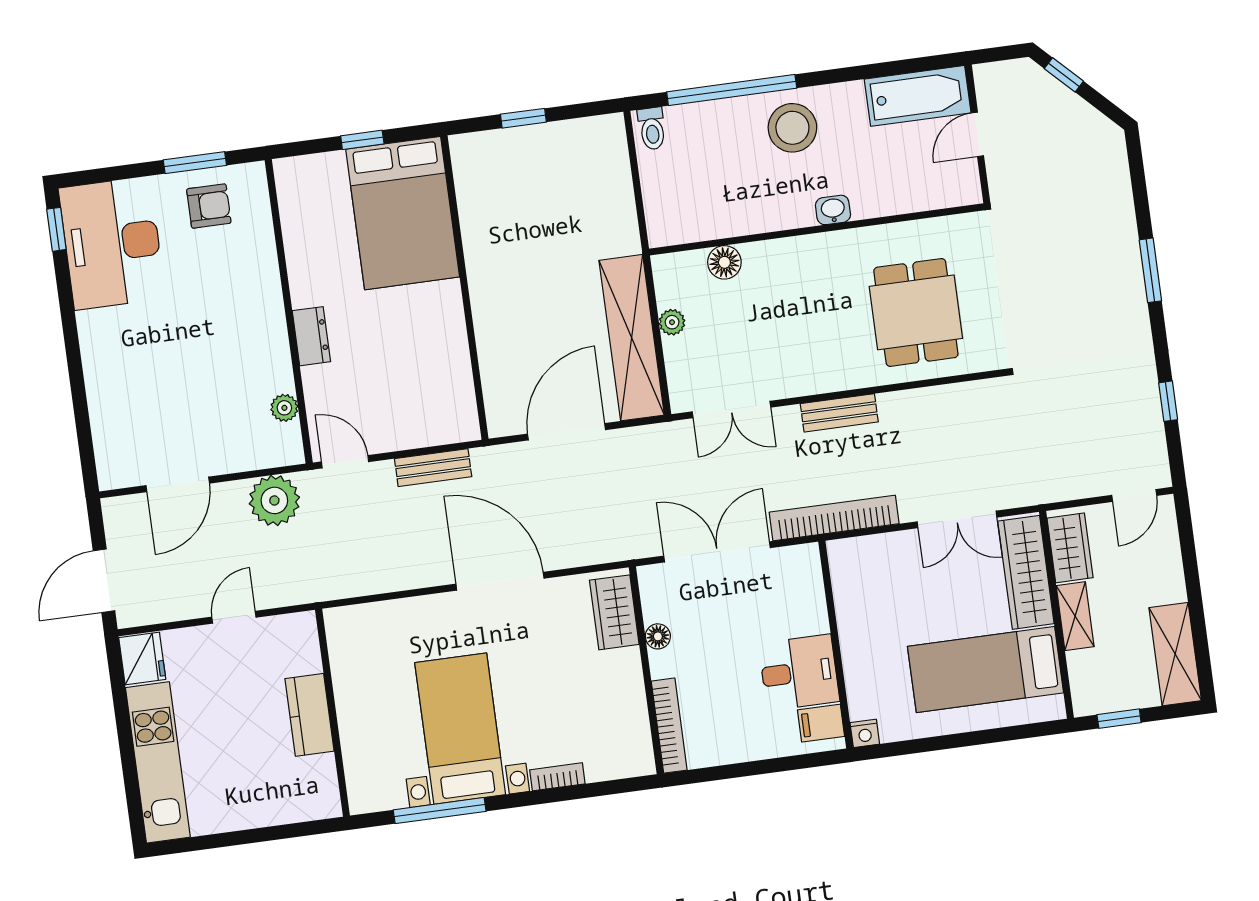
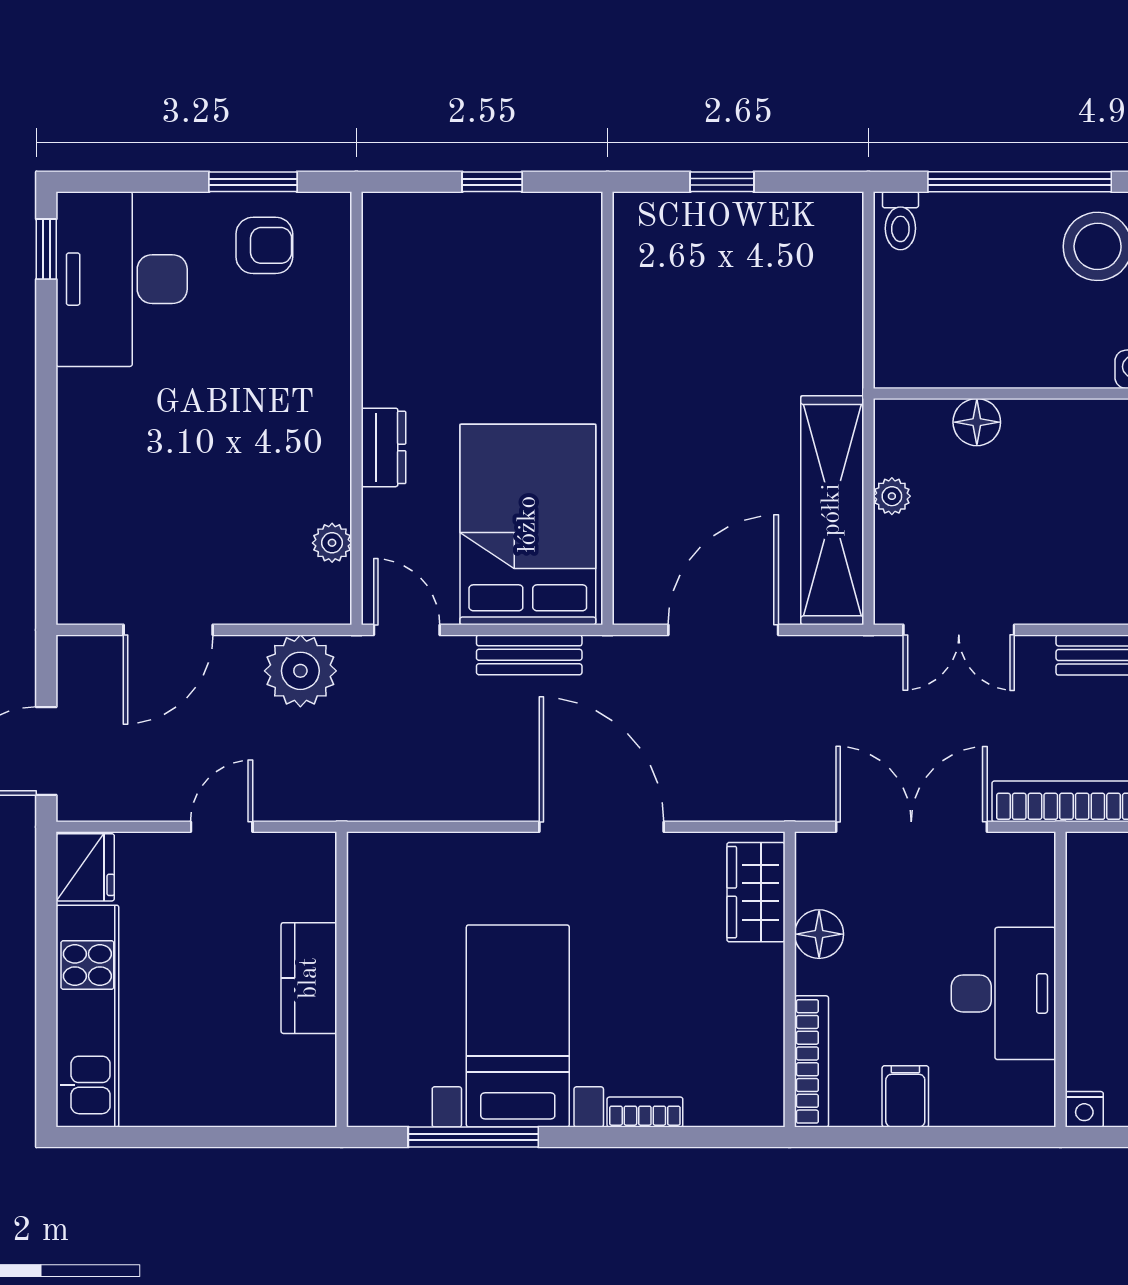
bed: (403, 213) -> (528, 524), moved, turned 180
floor lamp: (658, 636) -> (819, 934), width x1.37, depth x1.37
desk: (799, 672) -> (1004, 993), width x1.37
filing cabinet: (821, 723) -> (905, 1096), moved, turned 90

